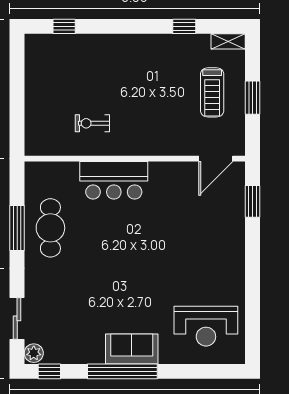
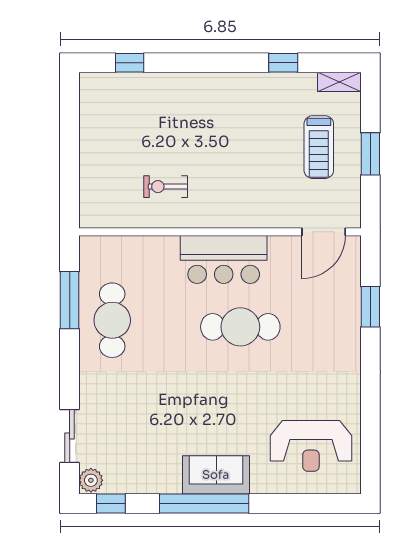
bar counter: (114, 180) -> (224, 259), moved
window: (252, 201) -> (370, 307), moved
window: (17, 228) -> (70, 300), moved
cafe table: (151, 233) -> (240, 327), added

